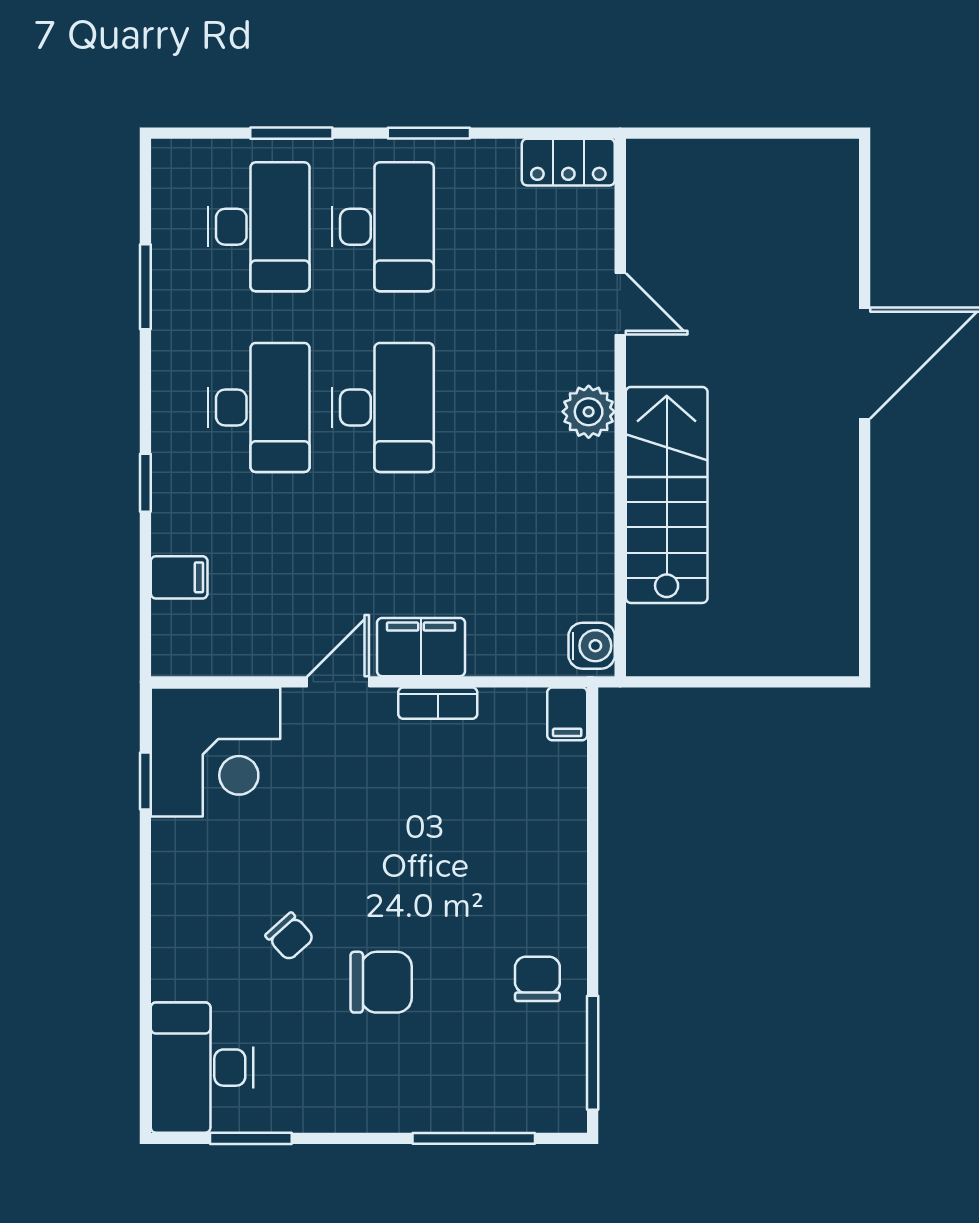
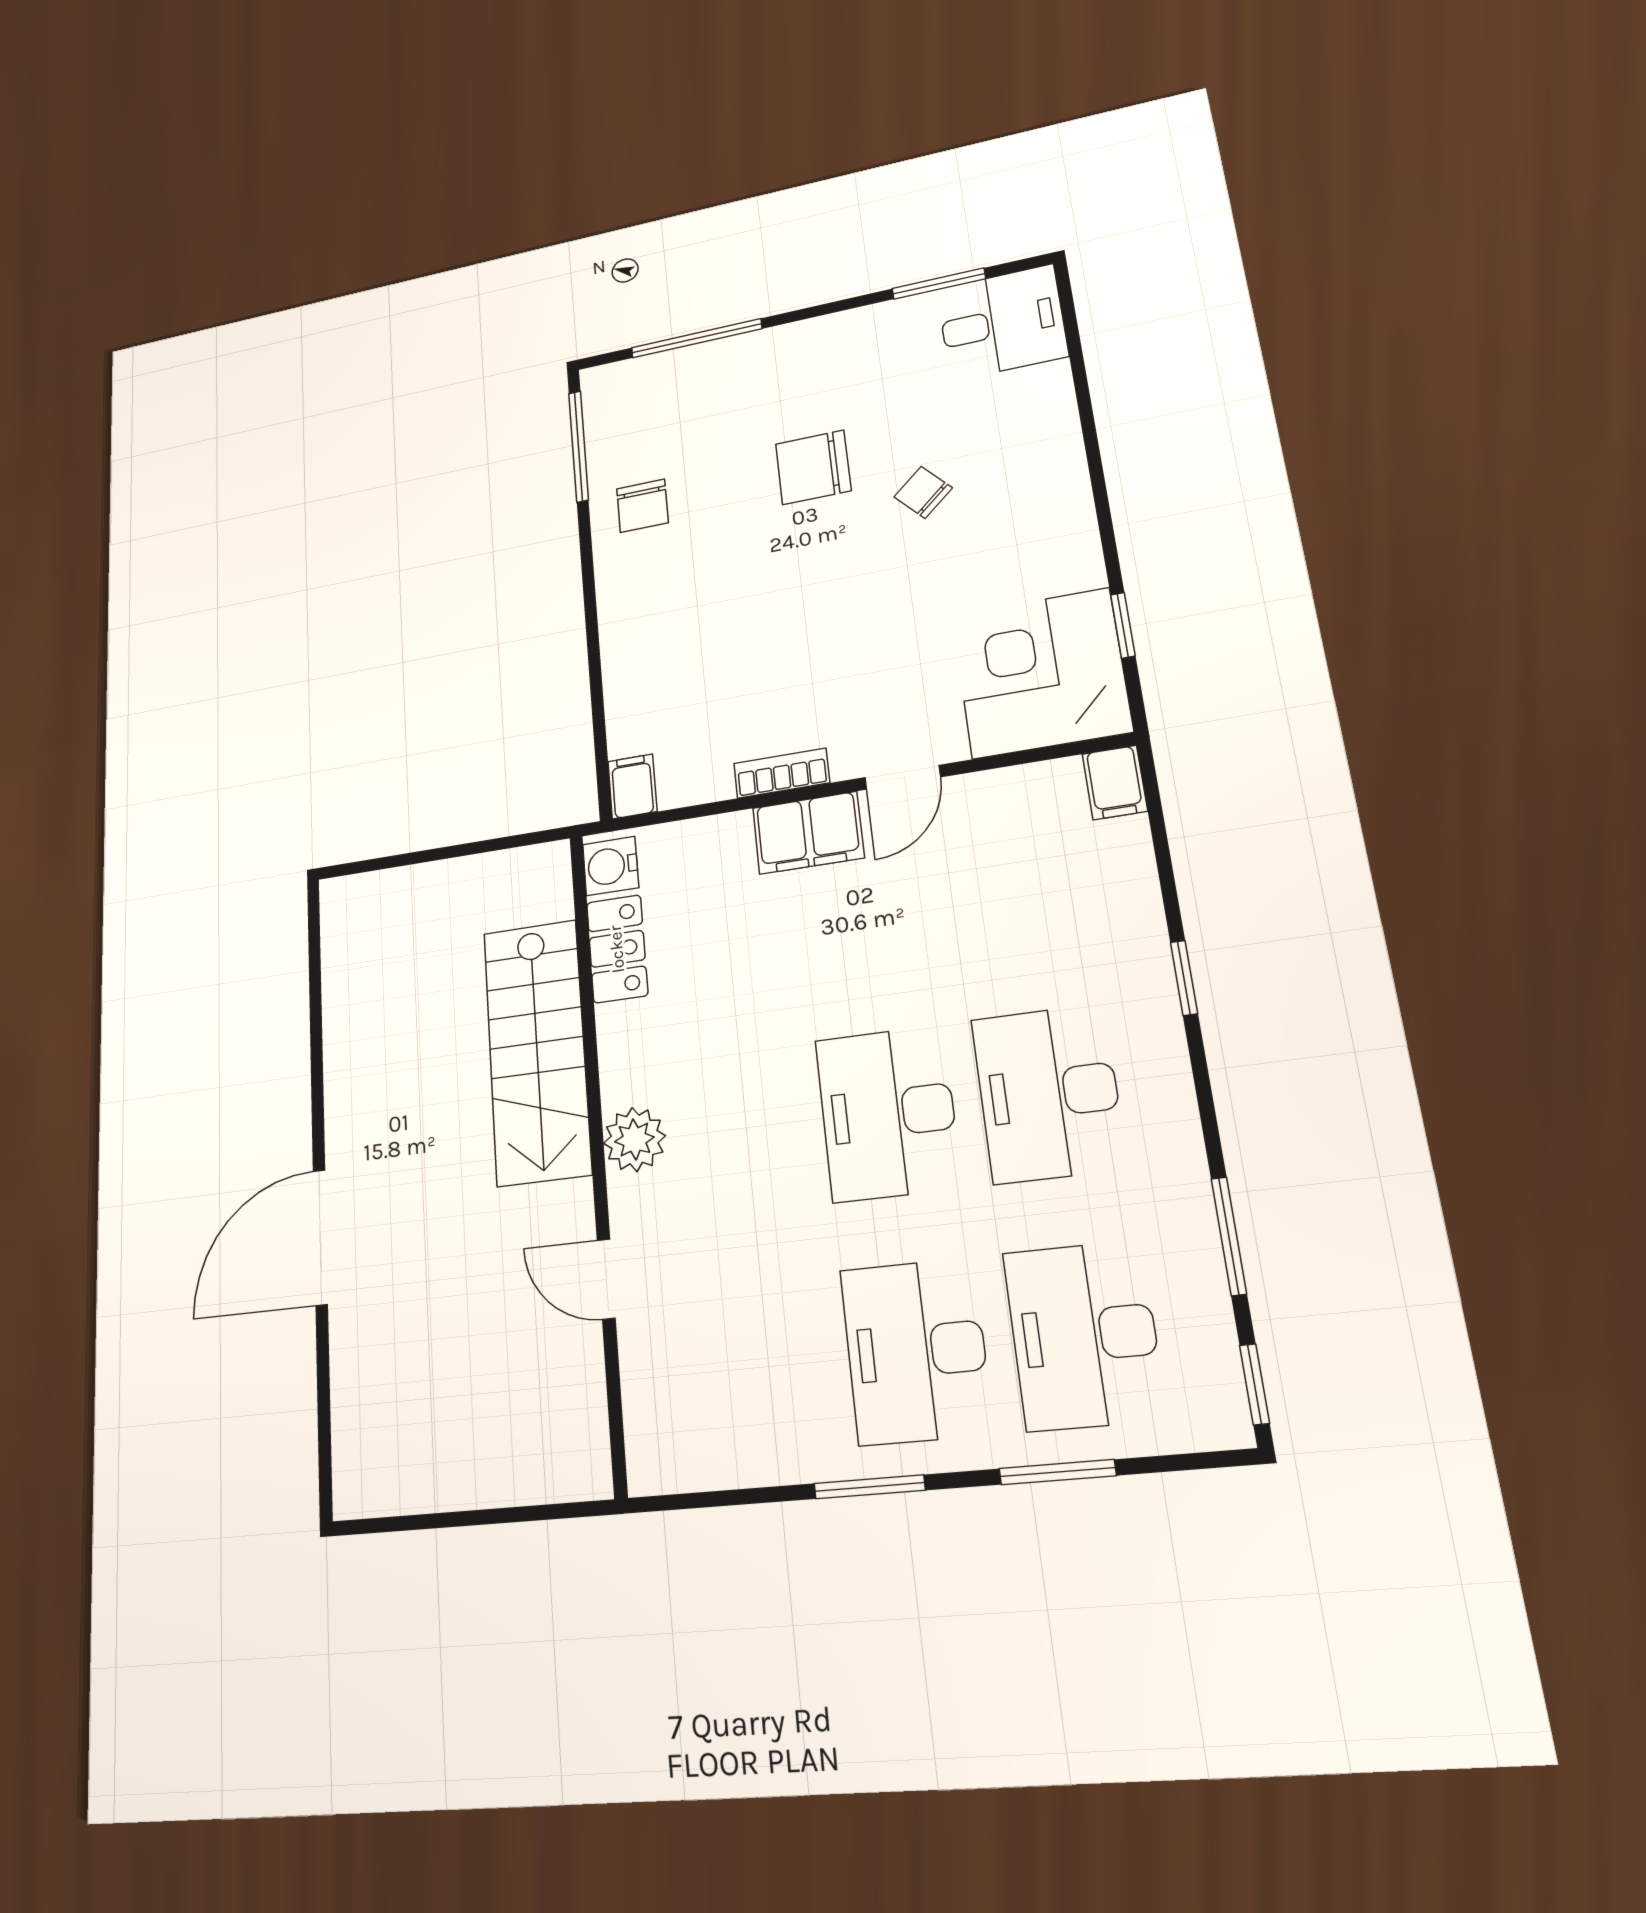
locker: (568, 162) -> (617, 949), moved, turned 90
window: (145, 182) -> (1255, 1384), added
filing cabinet: (179, 577) -> (1115, 782), moved, turned -90
desk: (202, 1068) -> (1002, 323), width x0.73

